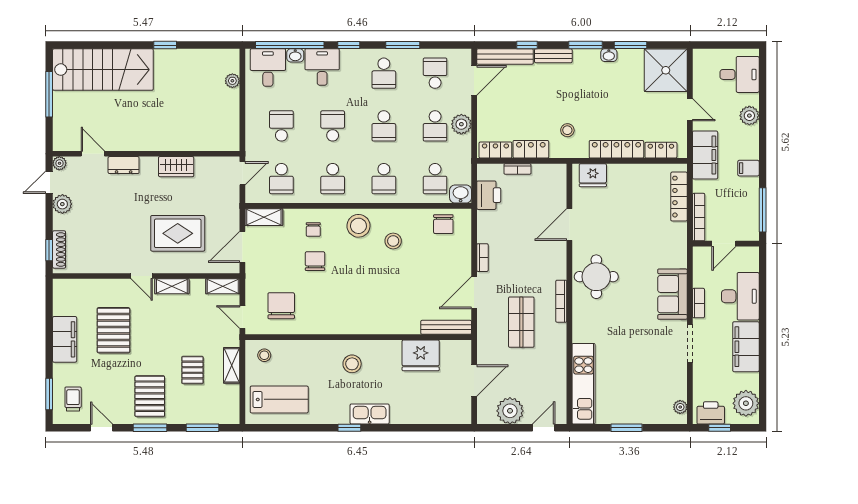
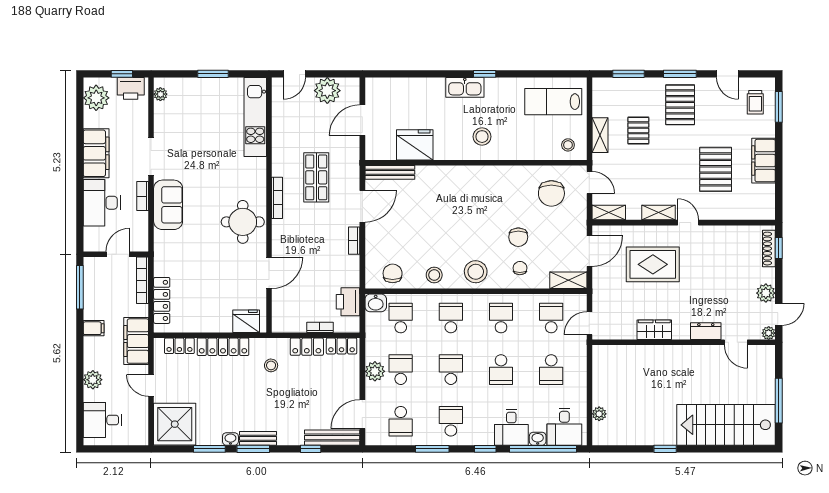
bench: (553, 56) -> (258, 438), moved
stool: (393, 241) -> (434, 275), moved

